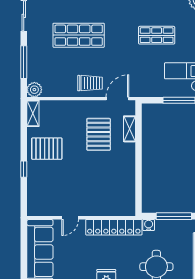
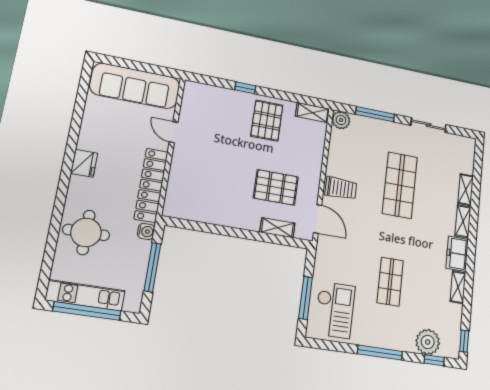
trolley: (90, 83) -> (341, 188), turned -90

